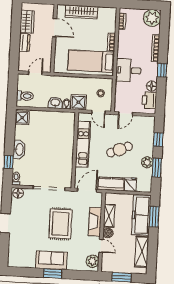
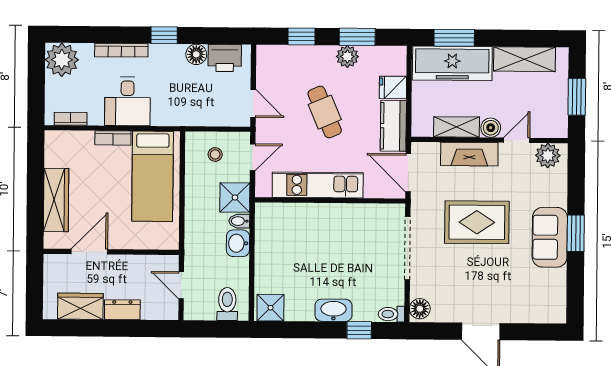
desk: (128, 70) -> (127, 101), moved

